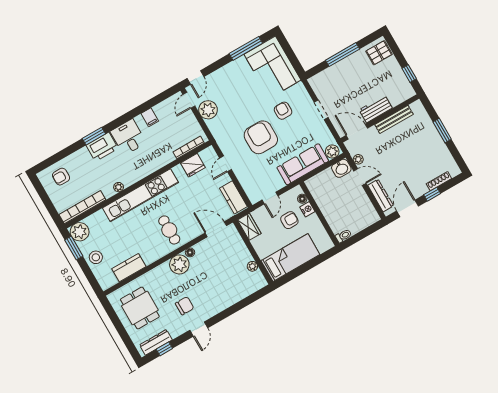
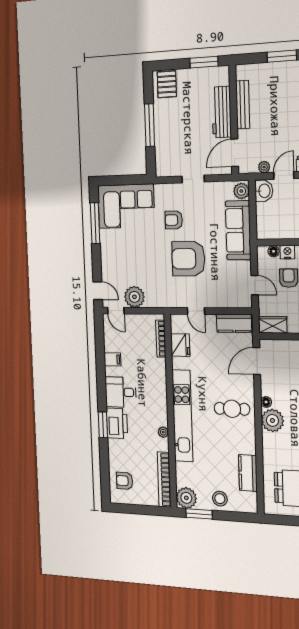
window: (409, 74) -> (204, 62), width x1.50
workbench: (376, 109) -> (222, 112), width x1.37
armchair: (61, 177) -> (125, 481), turned 90

